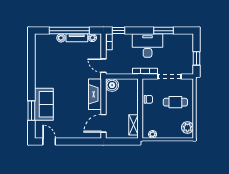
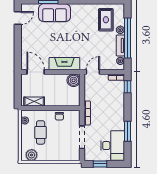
desk: (148, 46) -> (113, 146), moved
rug: (51, 52) -> (106, 20), added
cafe table: (175, 102) -> (41, 132), moved

